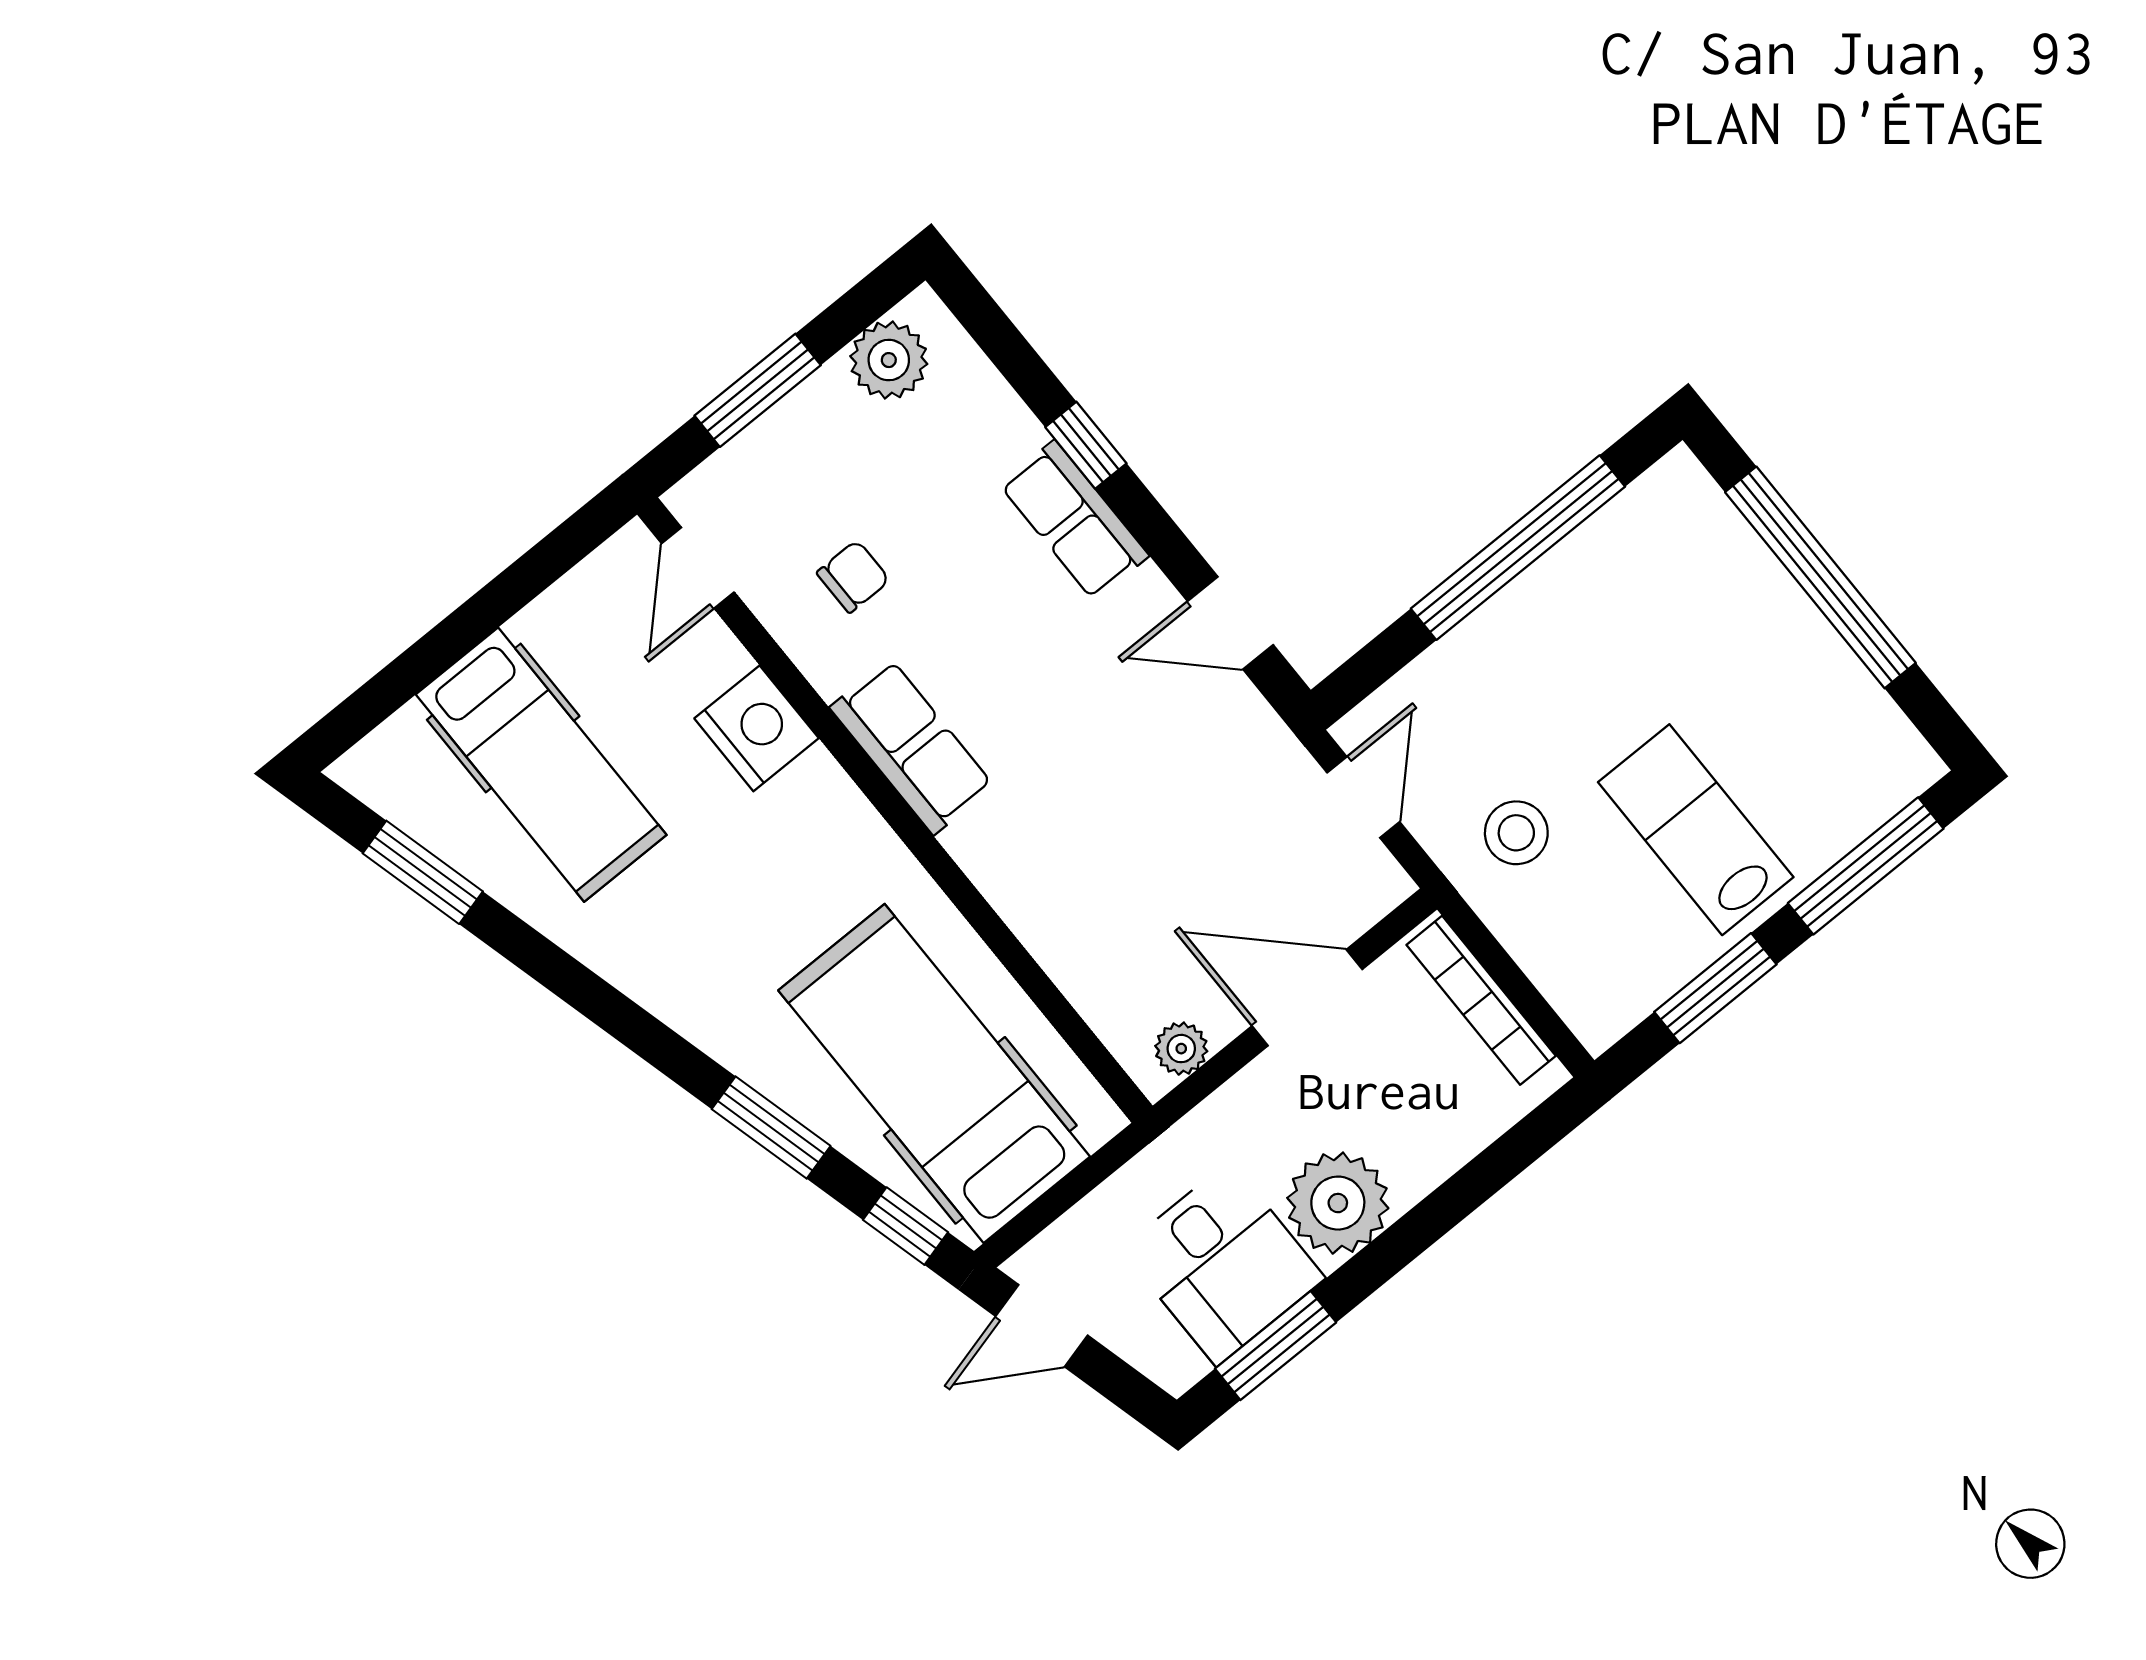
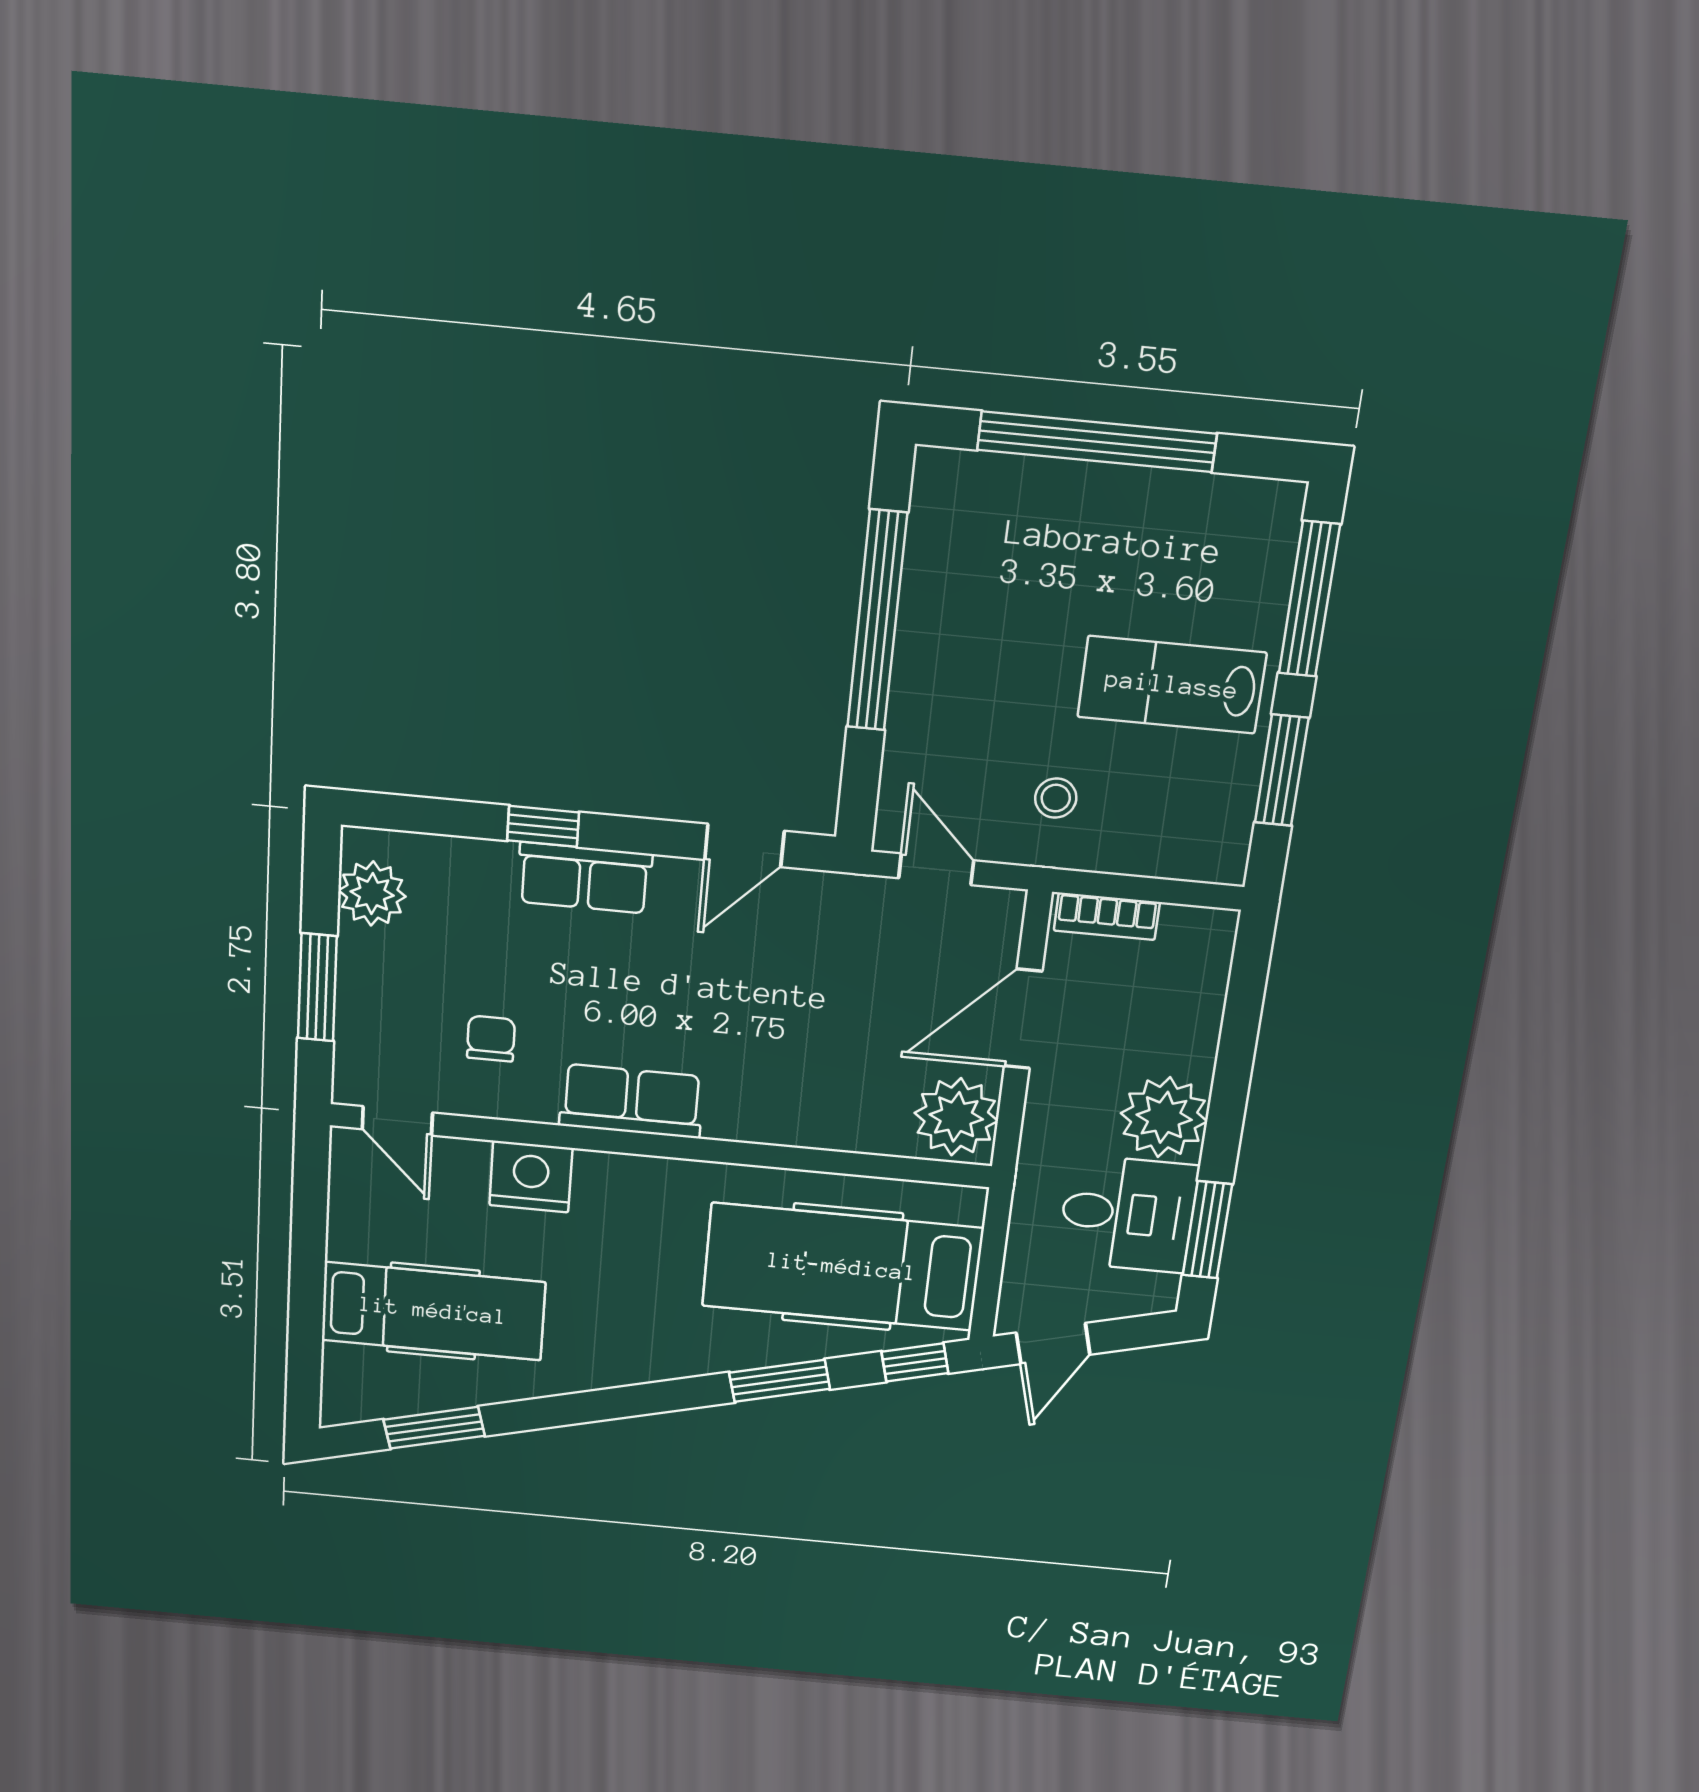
stool: (1516, 833) -> (1056, 798), width x0.73, depth x0.73
bookcase: (1481, 1000) -> (1107, 916), width x0.64
plant: (1181, 1049) -> (956, 1117), width x1.88, depth x1.88

